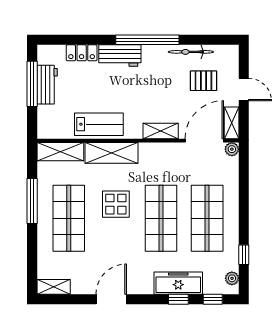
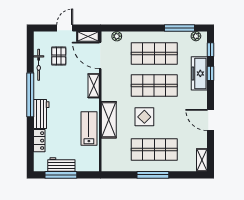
plant: (232, 149) -> (117, 36), moved
shelving: (60, 152) -> (108, 155), removed
window: (32, 201) -> (153, 175), moved
window: (244, 255) -> (180, 28), width x2.17

